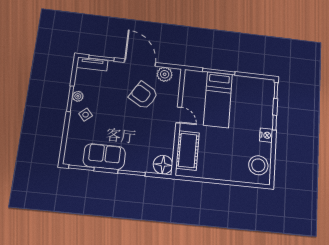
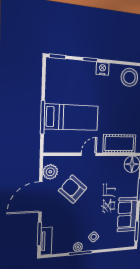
armchair: (143, 95) -> (73, 189), turned 100

